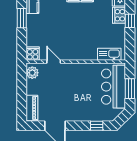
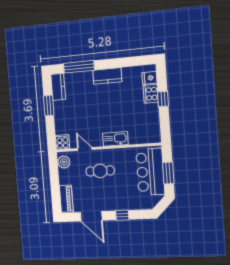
kitchen sink: (109, 54) -> (115, 139), moved
cafe table: (67, 83) -> (100, 171), added
window: (97, 126) -> (122, 215), moved

